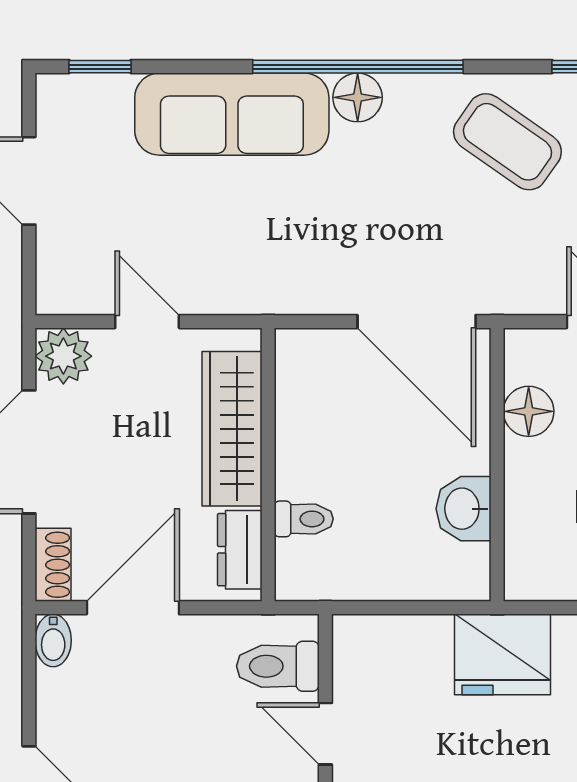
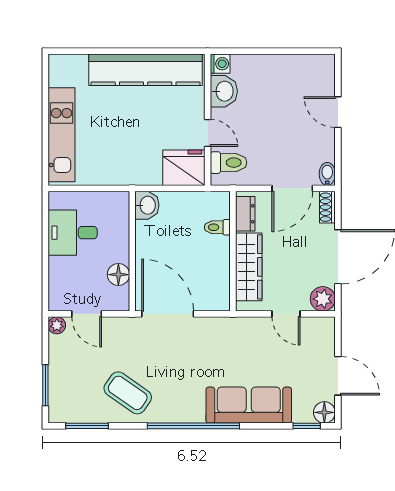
floor lamp: (358, 97) -> (324, 412), moved
washbasin: (464, 509) -> (147, 205), moved
fridge: (502, 654) -> (184, 168), moved

